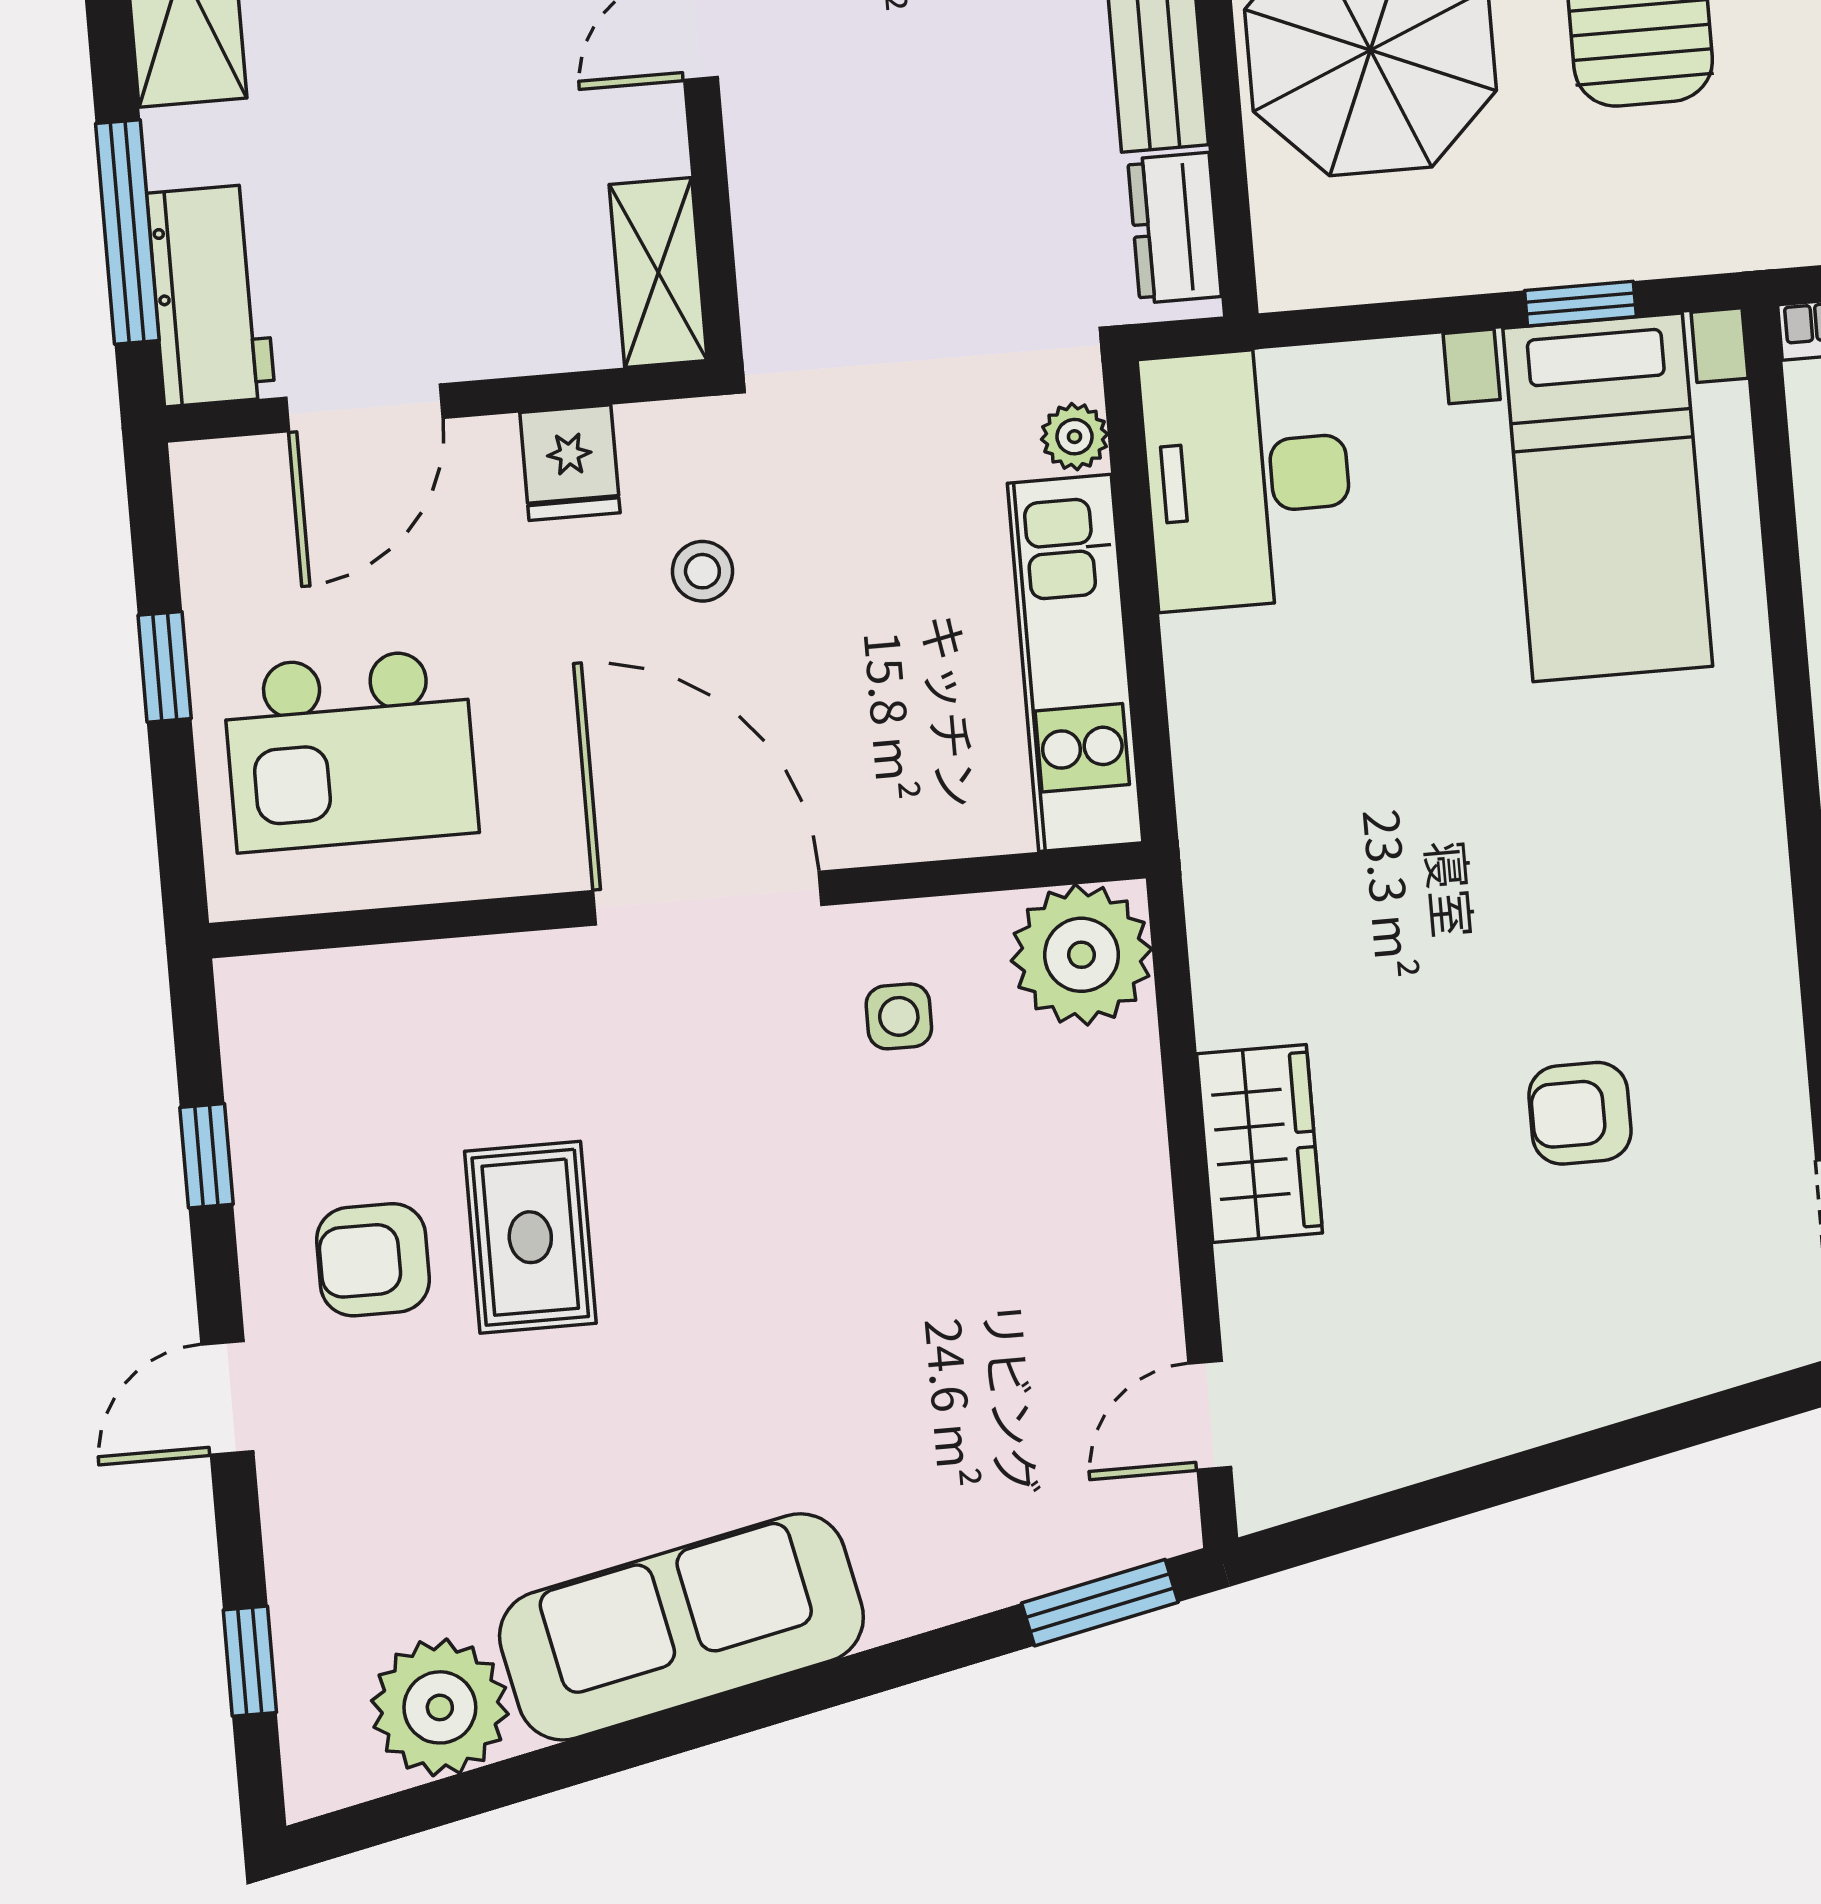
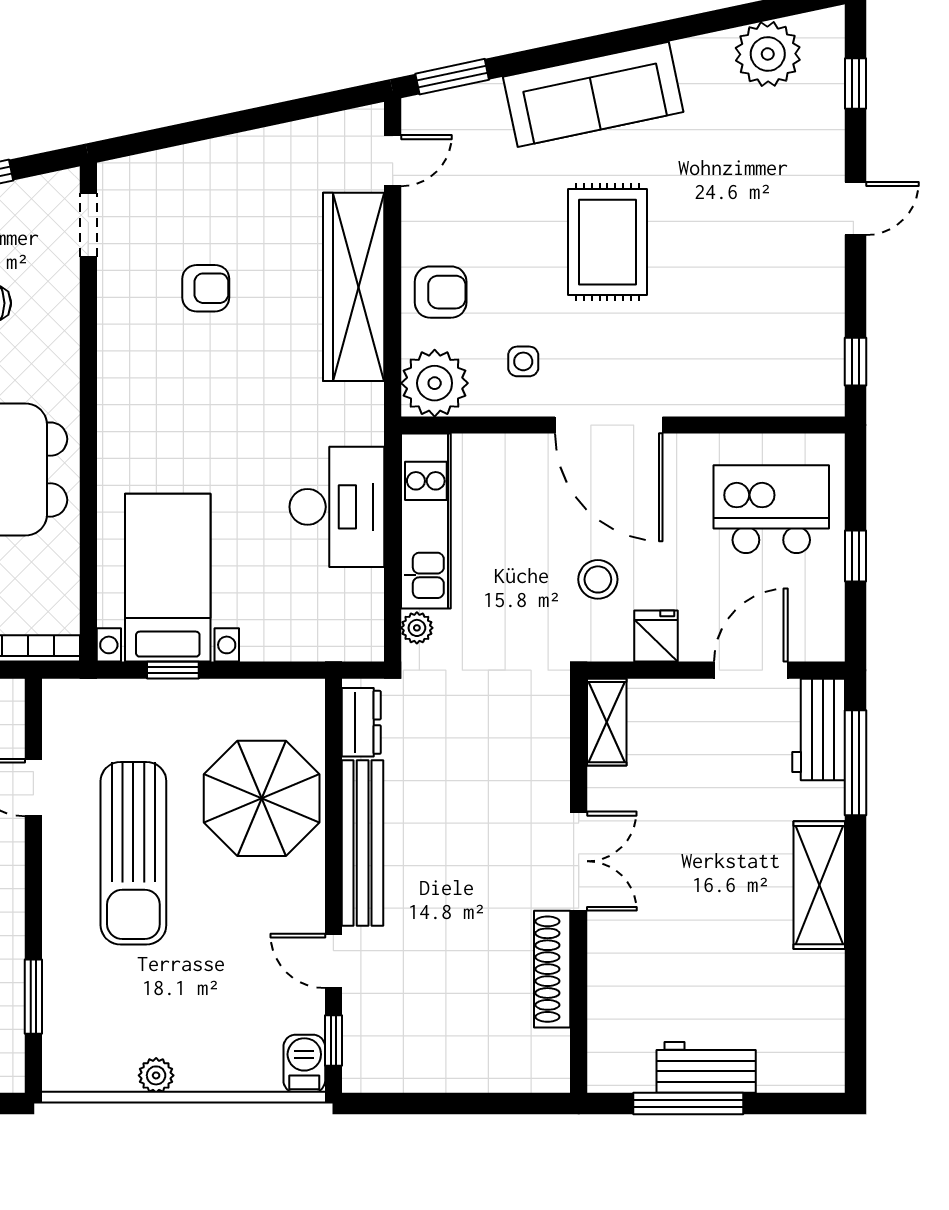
desk: (1248, 478) -> (337, 507), moved
stool: (702, 571) -> (598, 579), width x1.37, depth x1.37
wardrobe: (1260, 1143) -> (354, 287), width x2.10, depth x1.17
window: (206, 1156) -> (856, 362), moved
rug: (530, 1237) -> (607, 242), moved, width x1.36, depth x1.43
armchair: (373, 1260) -> (441, 292), moved
sofa: (681, 1627) -> (593, 94), moved

